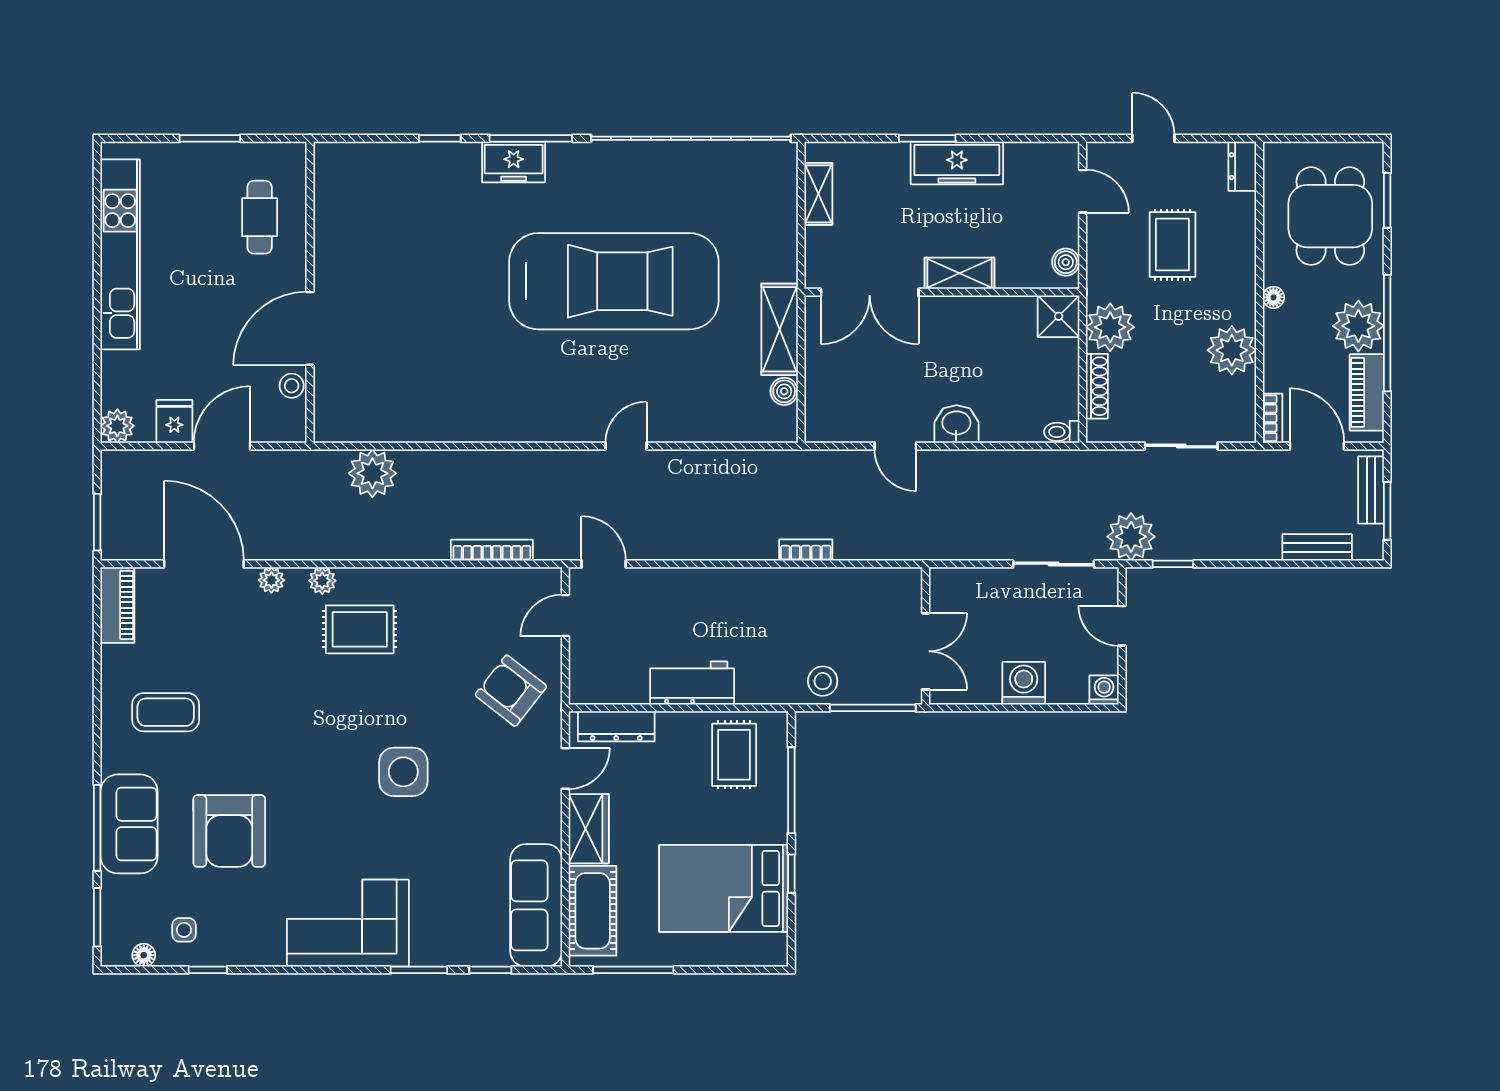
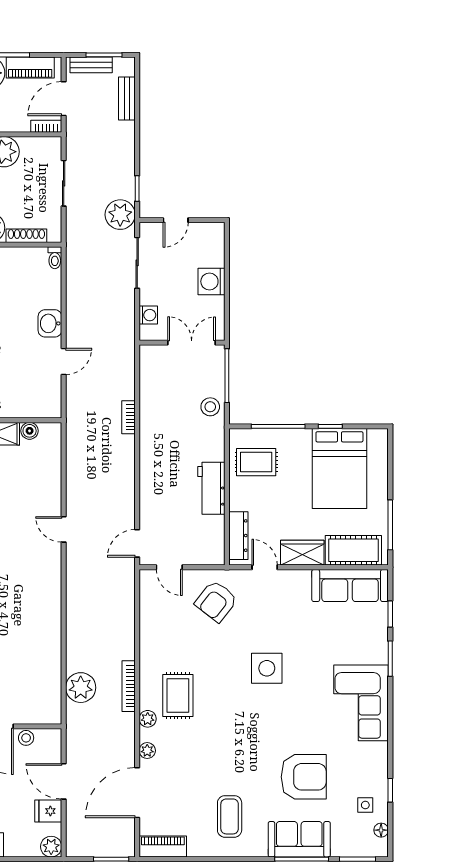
bookcase: (492, 550) -> (129, 686), moved
washing machine: (1104, 690) -> (148, 315), moved, turned 180

